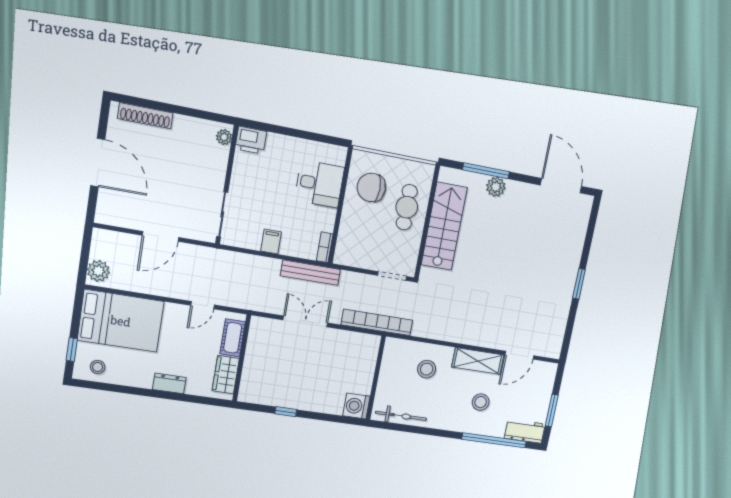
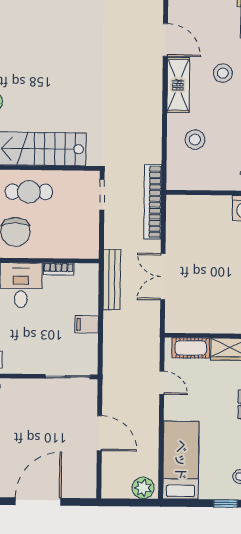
bookcase: (325, 247) -> (59, 269), moved
bed: (121, 321) -> (181, 460), width x0.67

